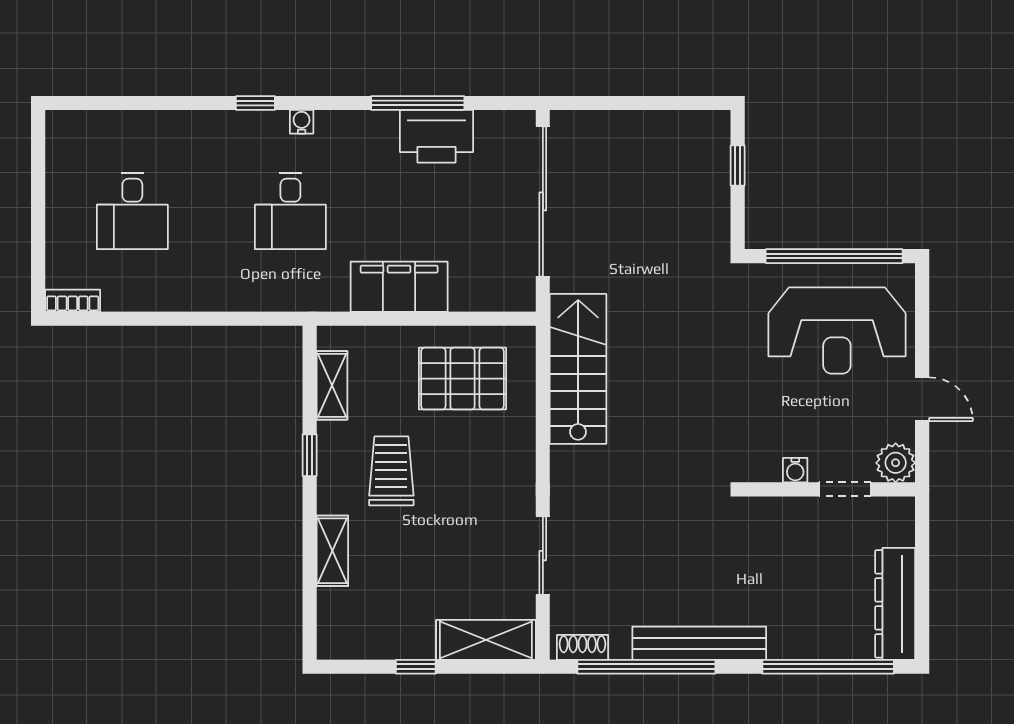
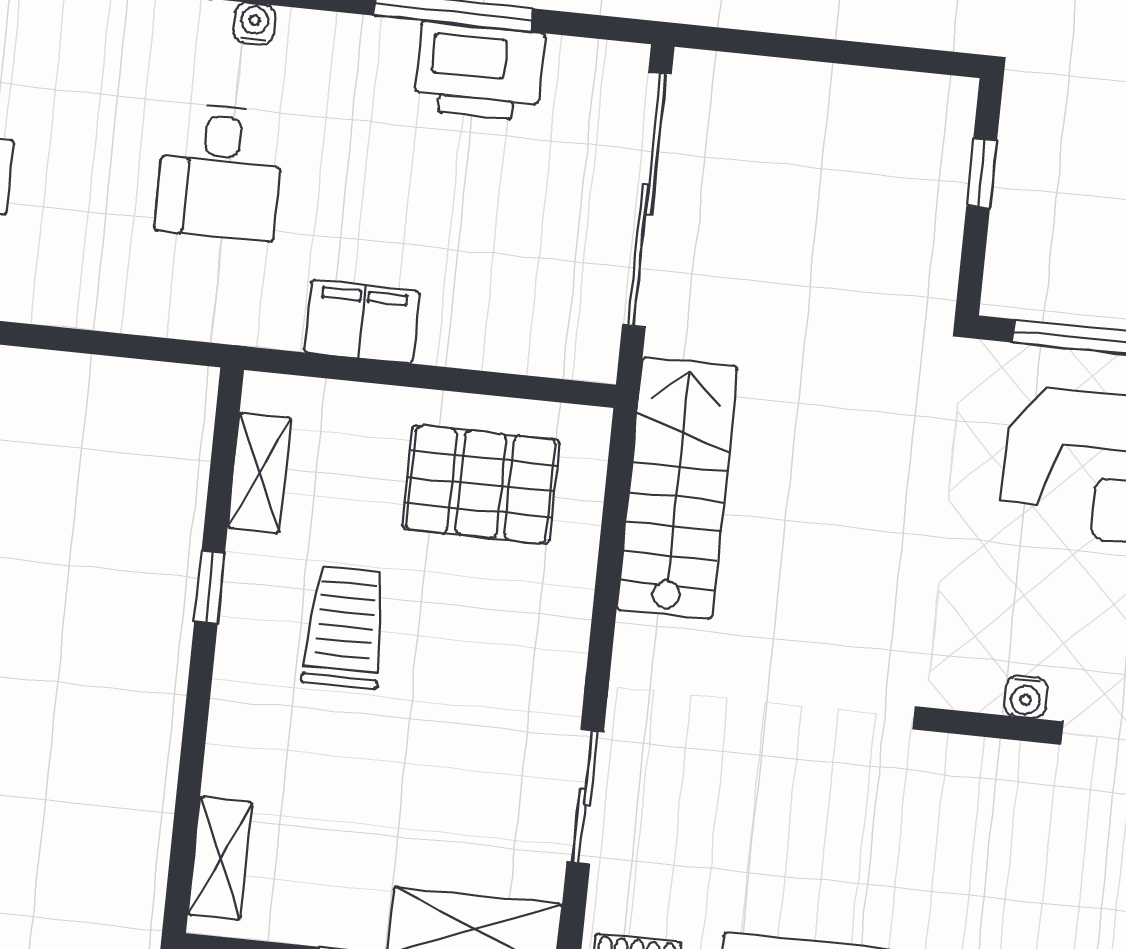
filing cabinet: (399, 287) -> (362, 322), width x0.67, depth x0.86
shelving: (332, 551) -> (220, 858), moved

